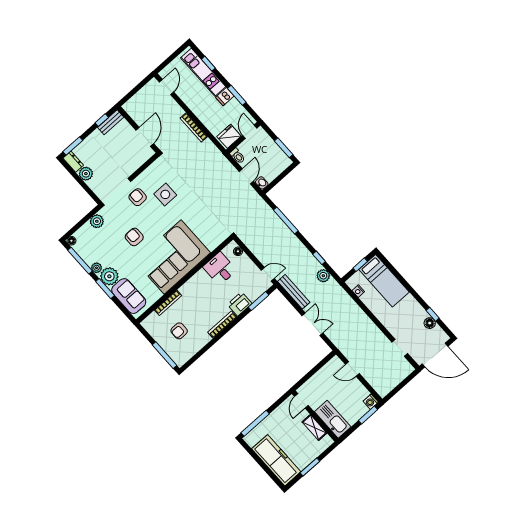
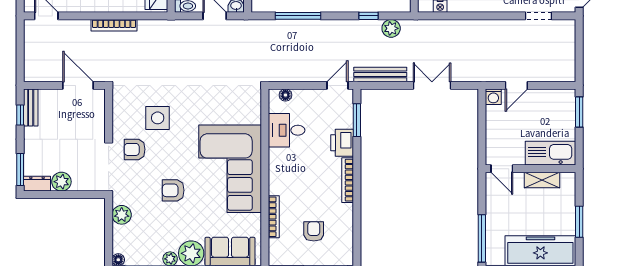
armchair: (179, 331) -> (314, 231), turned 180
washing machine: (371, 402) -> (493, 97), moved

